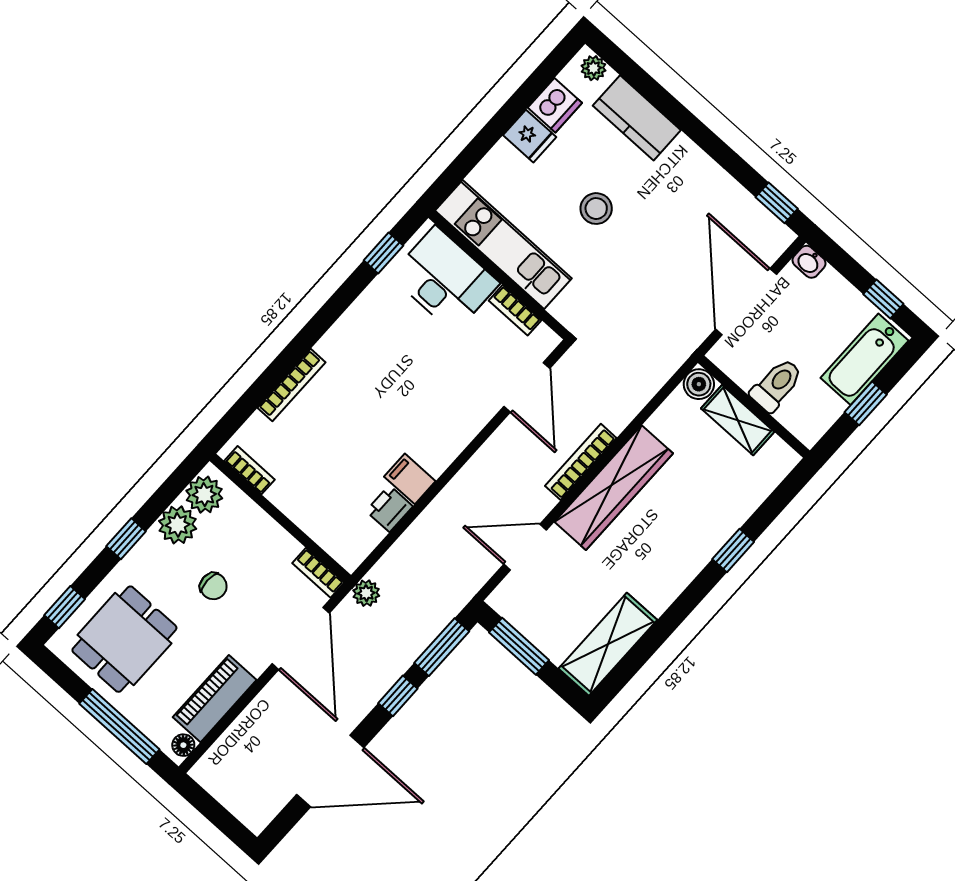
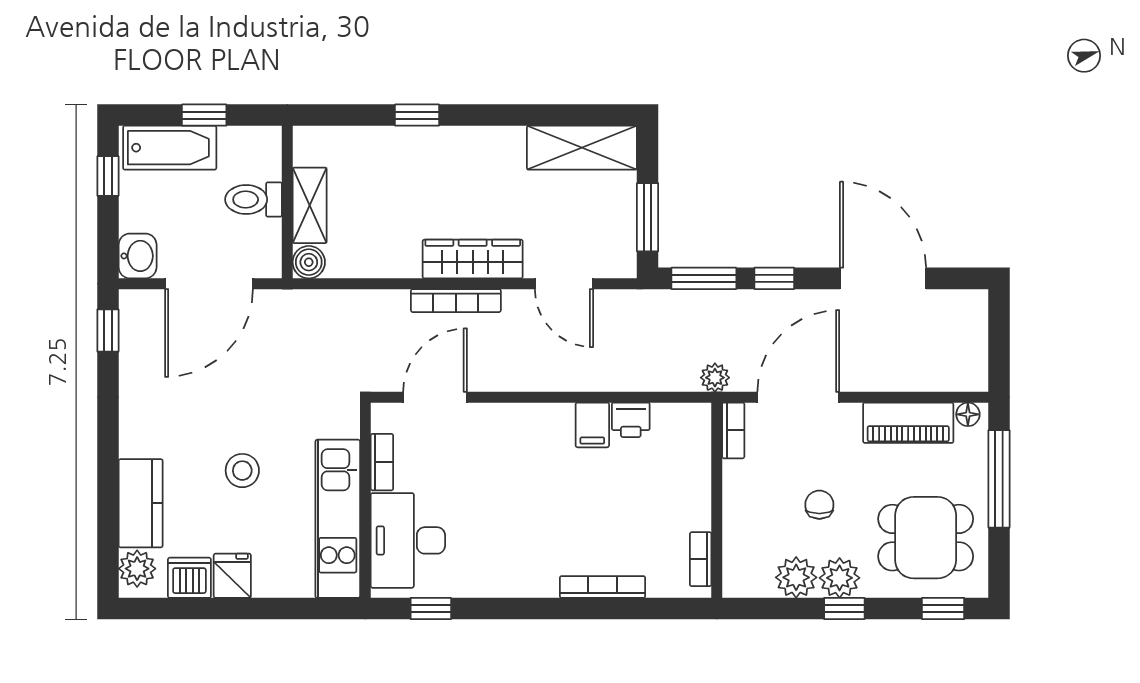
plant: (594, 68) -> (137, 569), width x1.38, depth x1.38
washbasin: (809, 262) -> (138, 256), width x1.38, depth x1.45
wardrobe: (614, 488) -> (473, 259), width x0.71, depth x0.85
plant: (204, 495) -> (840, 578), moved

